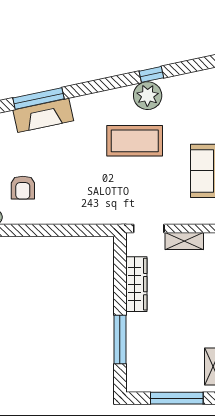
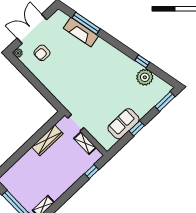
plant: (148, 96) -> (145, 77), moved
coffee table: (135, 141) -> (107, 81), removed
window: (120, 339) -> (17, 156), removed

